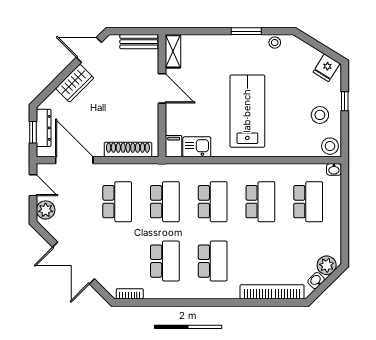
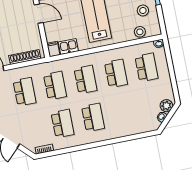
stool: (330, 146) -> (140, 32), moved
bookcase: (272, 292) -> (135, 130), removed

